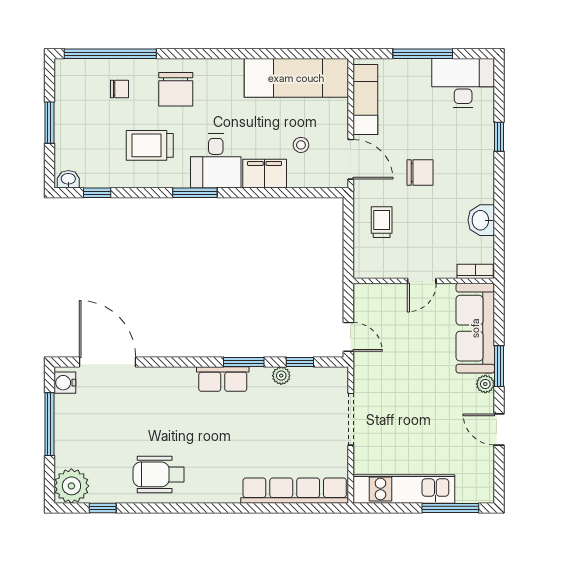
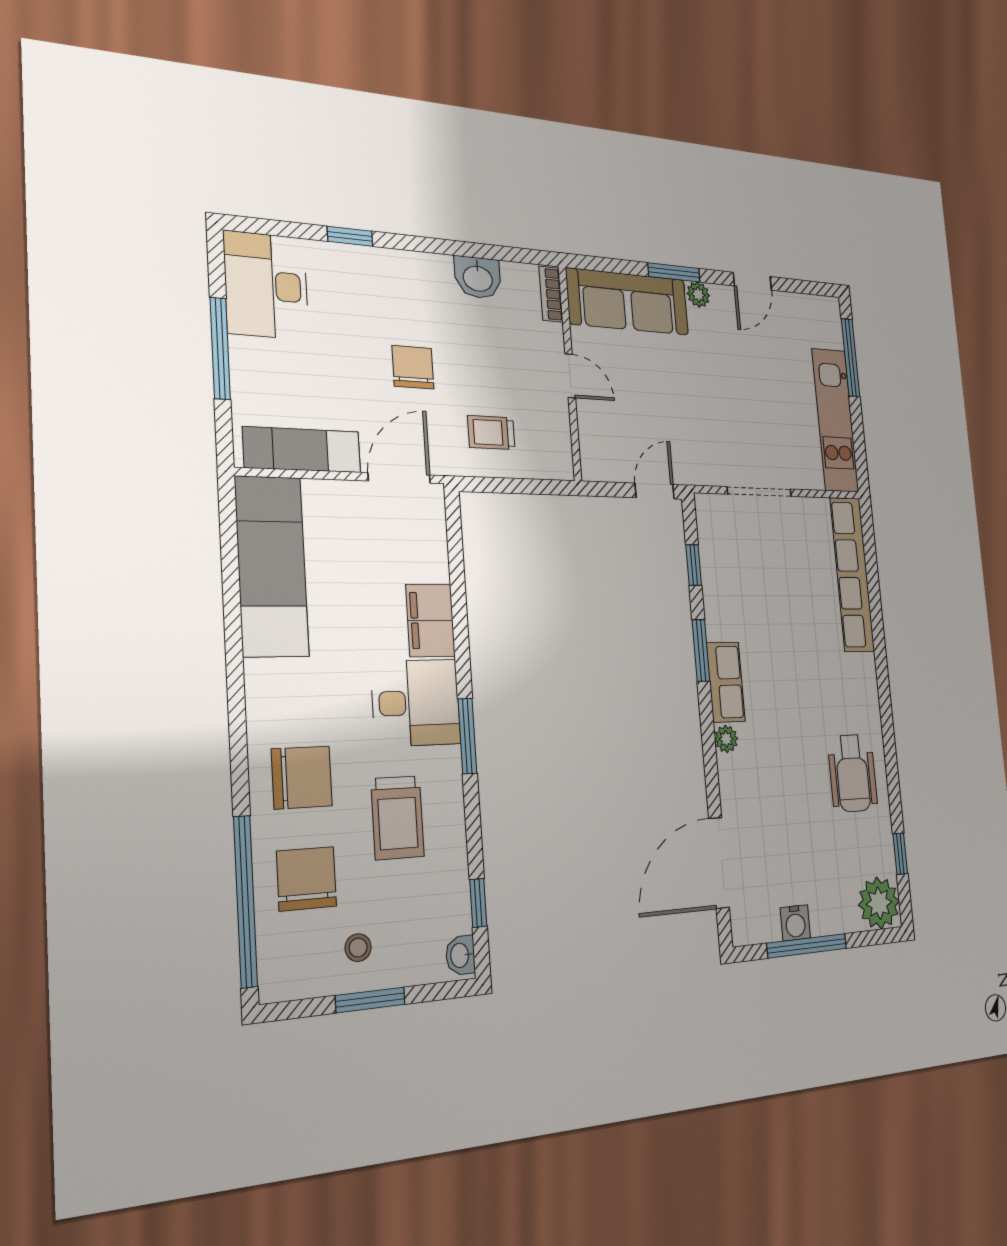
chair: (119, 89) -> (306, 879), width x1.87, depth x1.87
stool: (301, 145) -> (358, 948), moved
plant: (281, 376) -> (726, 739), moved
water cooler: (65, 383) -> (795, 923), moved

